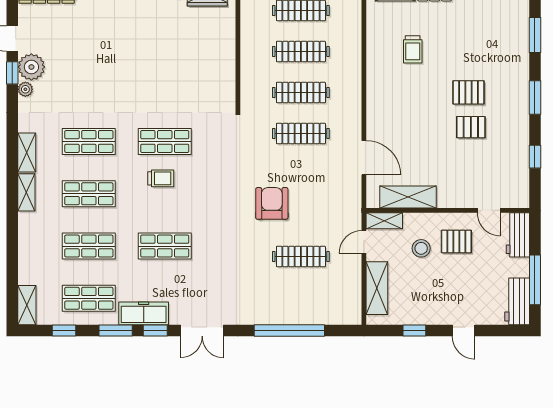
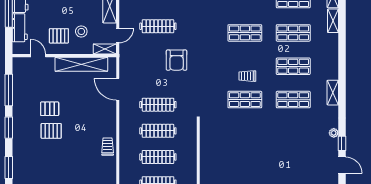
trolley: (413, 49) -> (108, 147), moved
plant: (31, 67) -> (330, 147), removed
window: (535, 157) -> (9, 90), width x2.17
shelving: (26, 192) -> (333, 21), moved
shelving: (408, 197) -> (81, 64), width x1.47
workbench: (518, 235) -> (20, 28), moved

